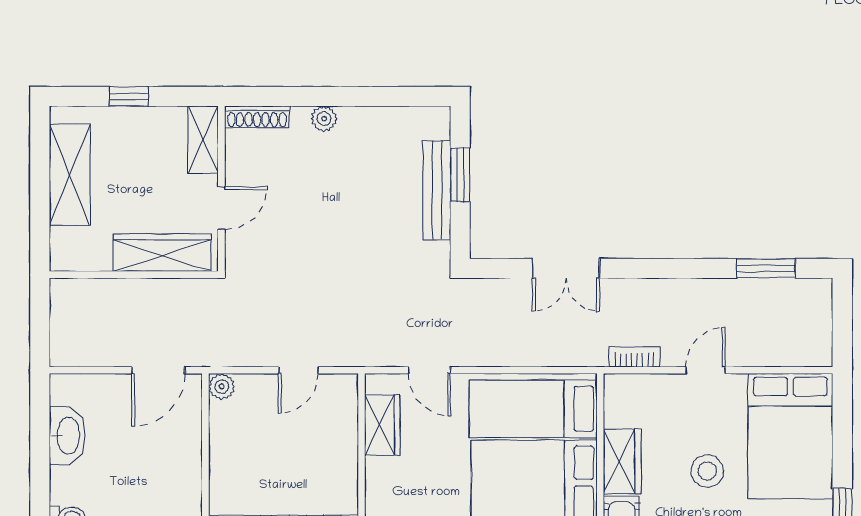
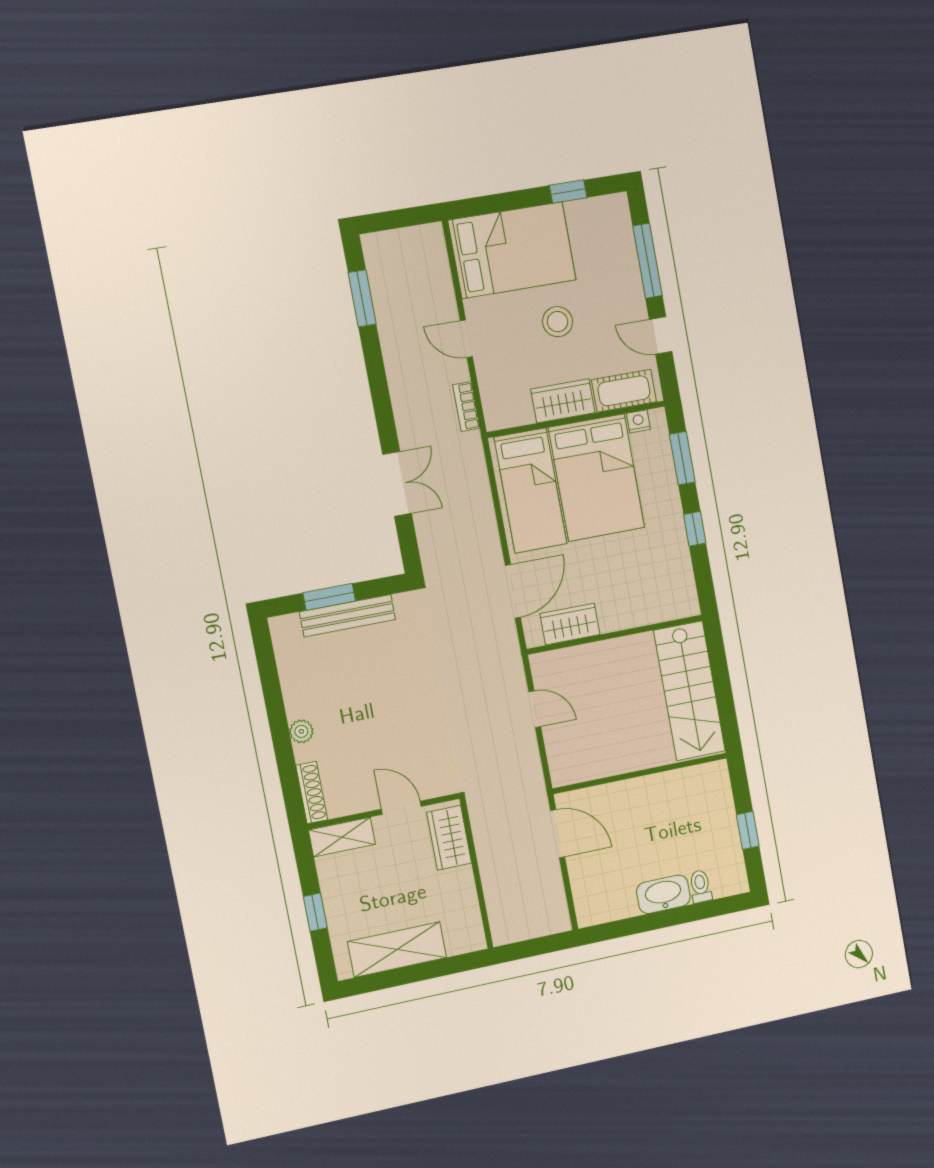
wardrobe: (162, 253) -> (449, 838), width x0.67
door: (429, 370) -> (513, 591), width x1.38
plant: (222, 387) -> (562, 774), removed
washbasin: (67, 436) -> (663, 894), moved

